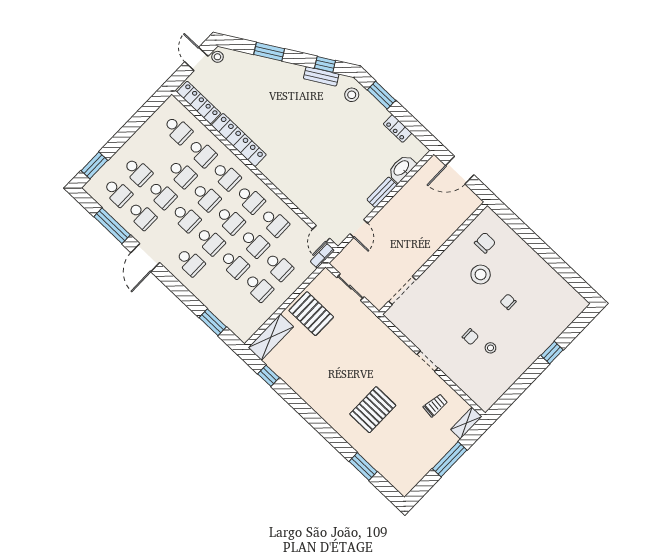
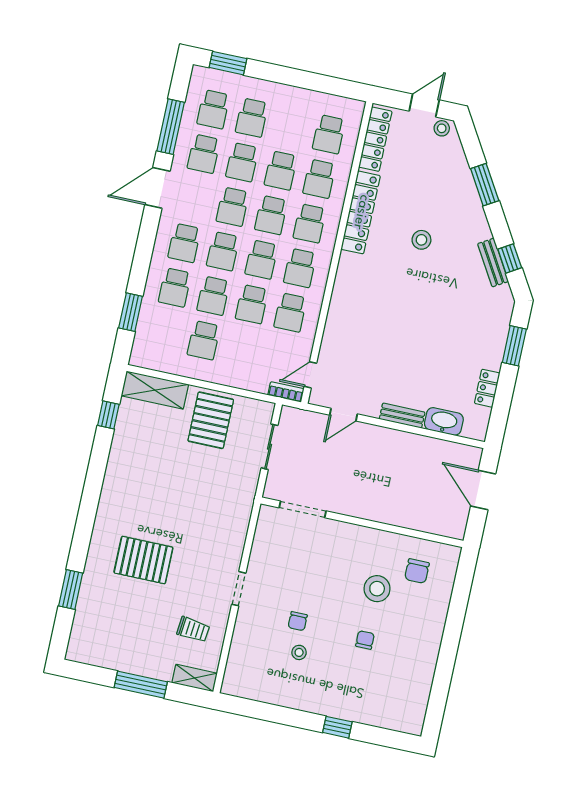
stool: (352, 95) -> (421, 240), moved
chair: (485, 243) -> (417, 571), turned 90
school desk: (279, 266) -> (175, 287), moved

